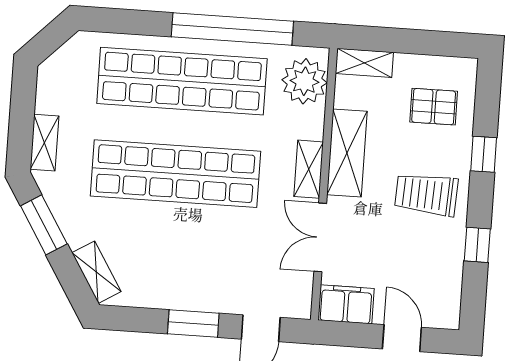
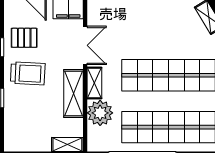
plant: (305, 81) -> (100, 113), moved
pallet: (434, 107) -> (24, 38), moved

